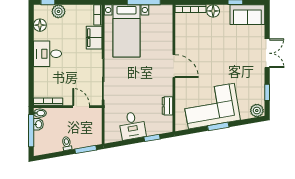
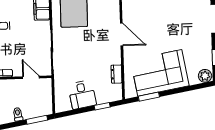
window: (218, 126) -> (149, 97), moved

